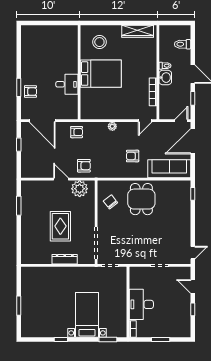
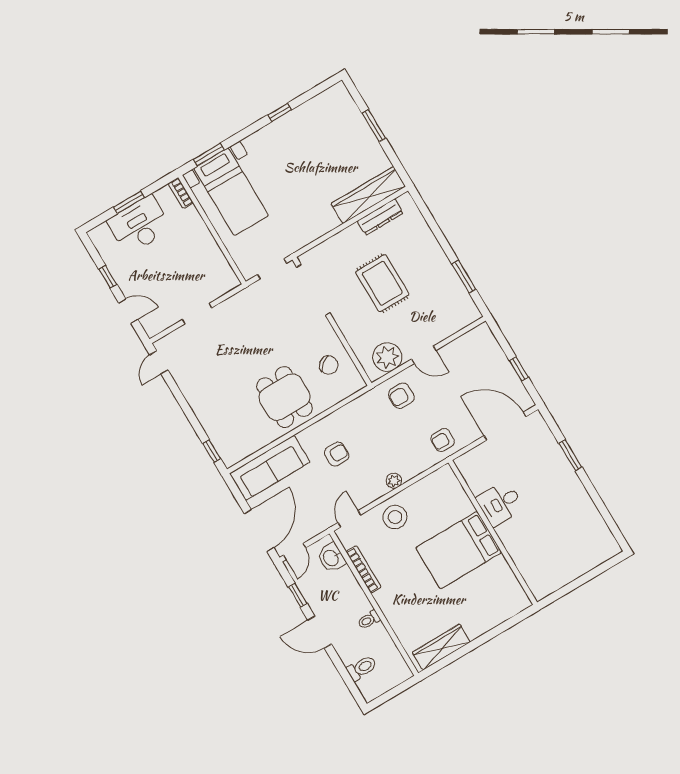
stool: (99, 42) -> (395, 517), moved
washbasin: (165, 78) -> (331, 558), moved
armchair: (30, 92) -> (549, 460), removed
dresser: (65, 259) -> (380, 217), moved
wardrobe: (42, 273) -> (368, 195), added
desk: (141, 304) -> (139, 225), moved, turned -90
bed with nightstands: (87, 315) -> (231, 192), moved

